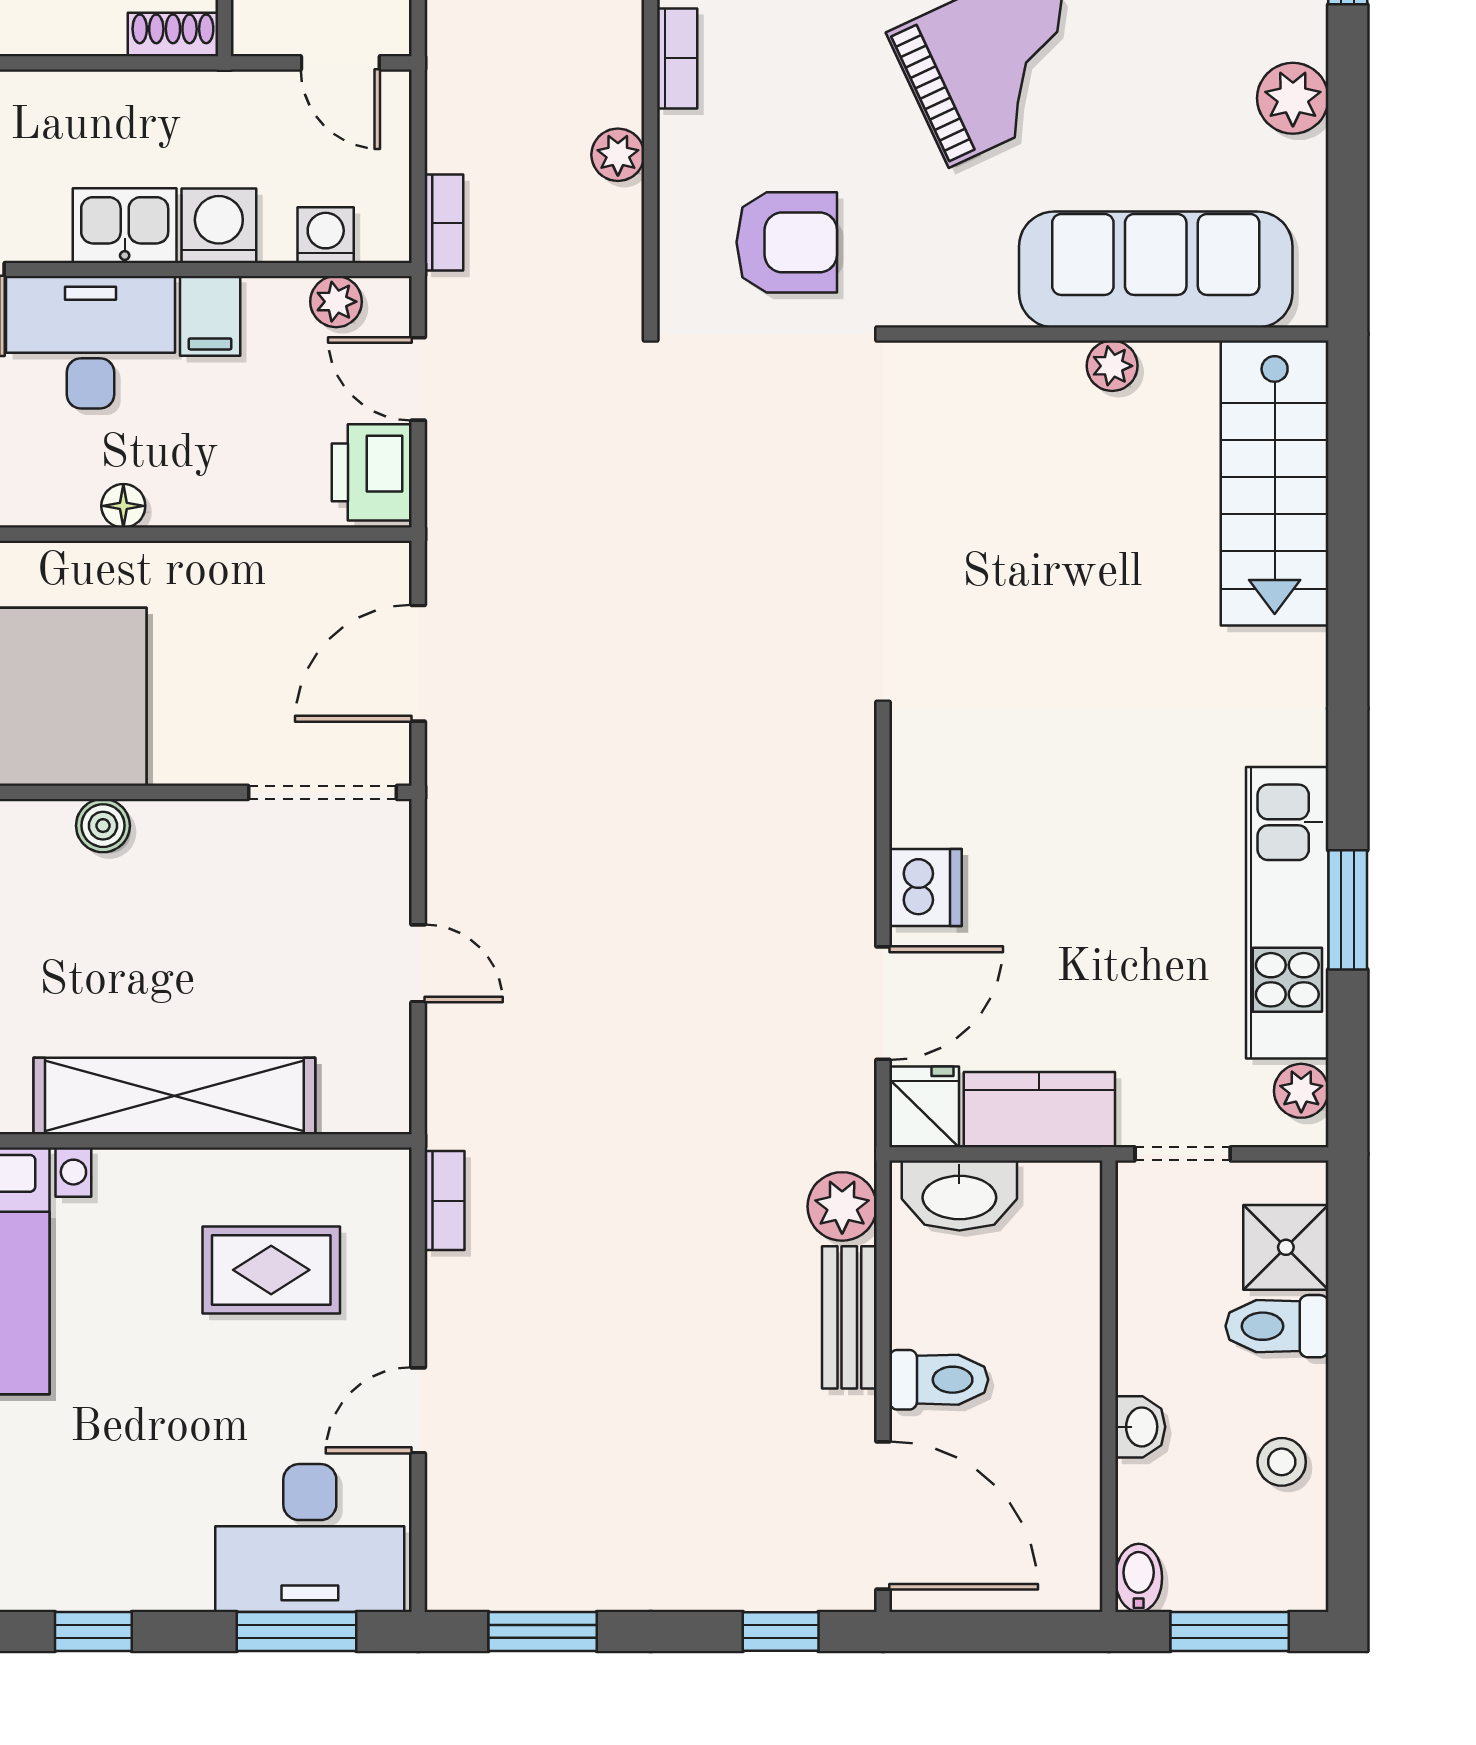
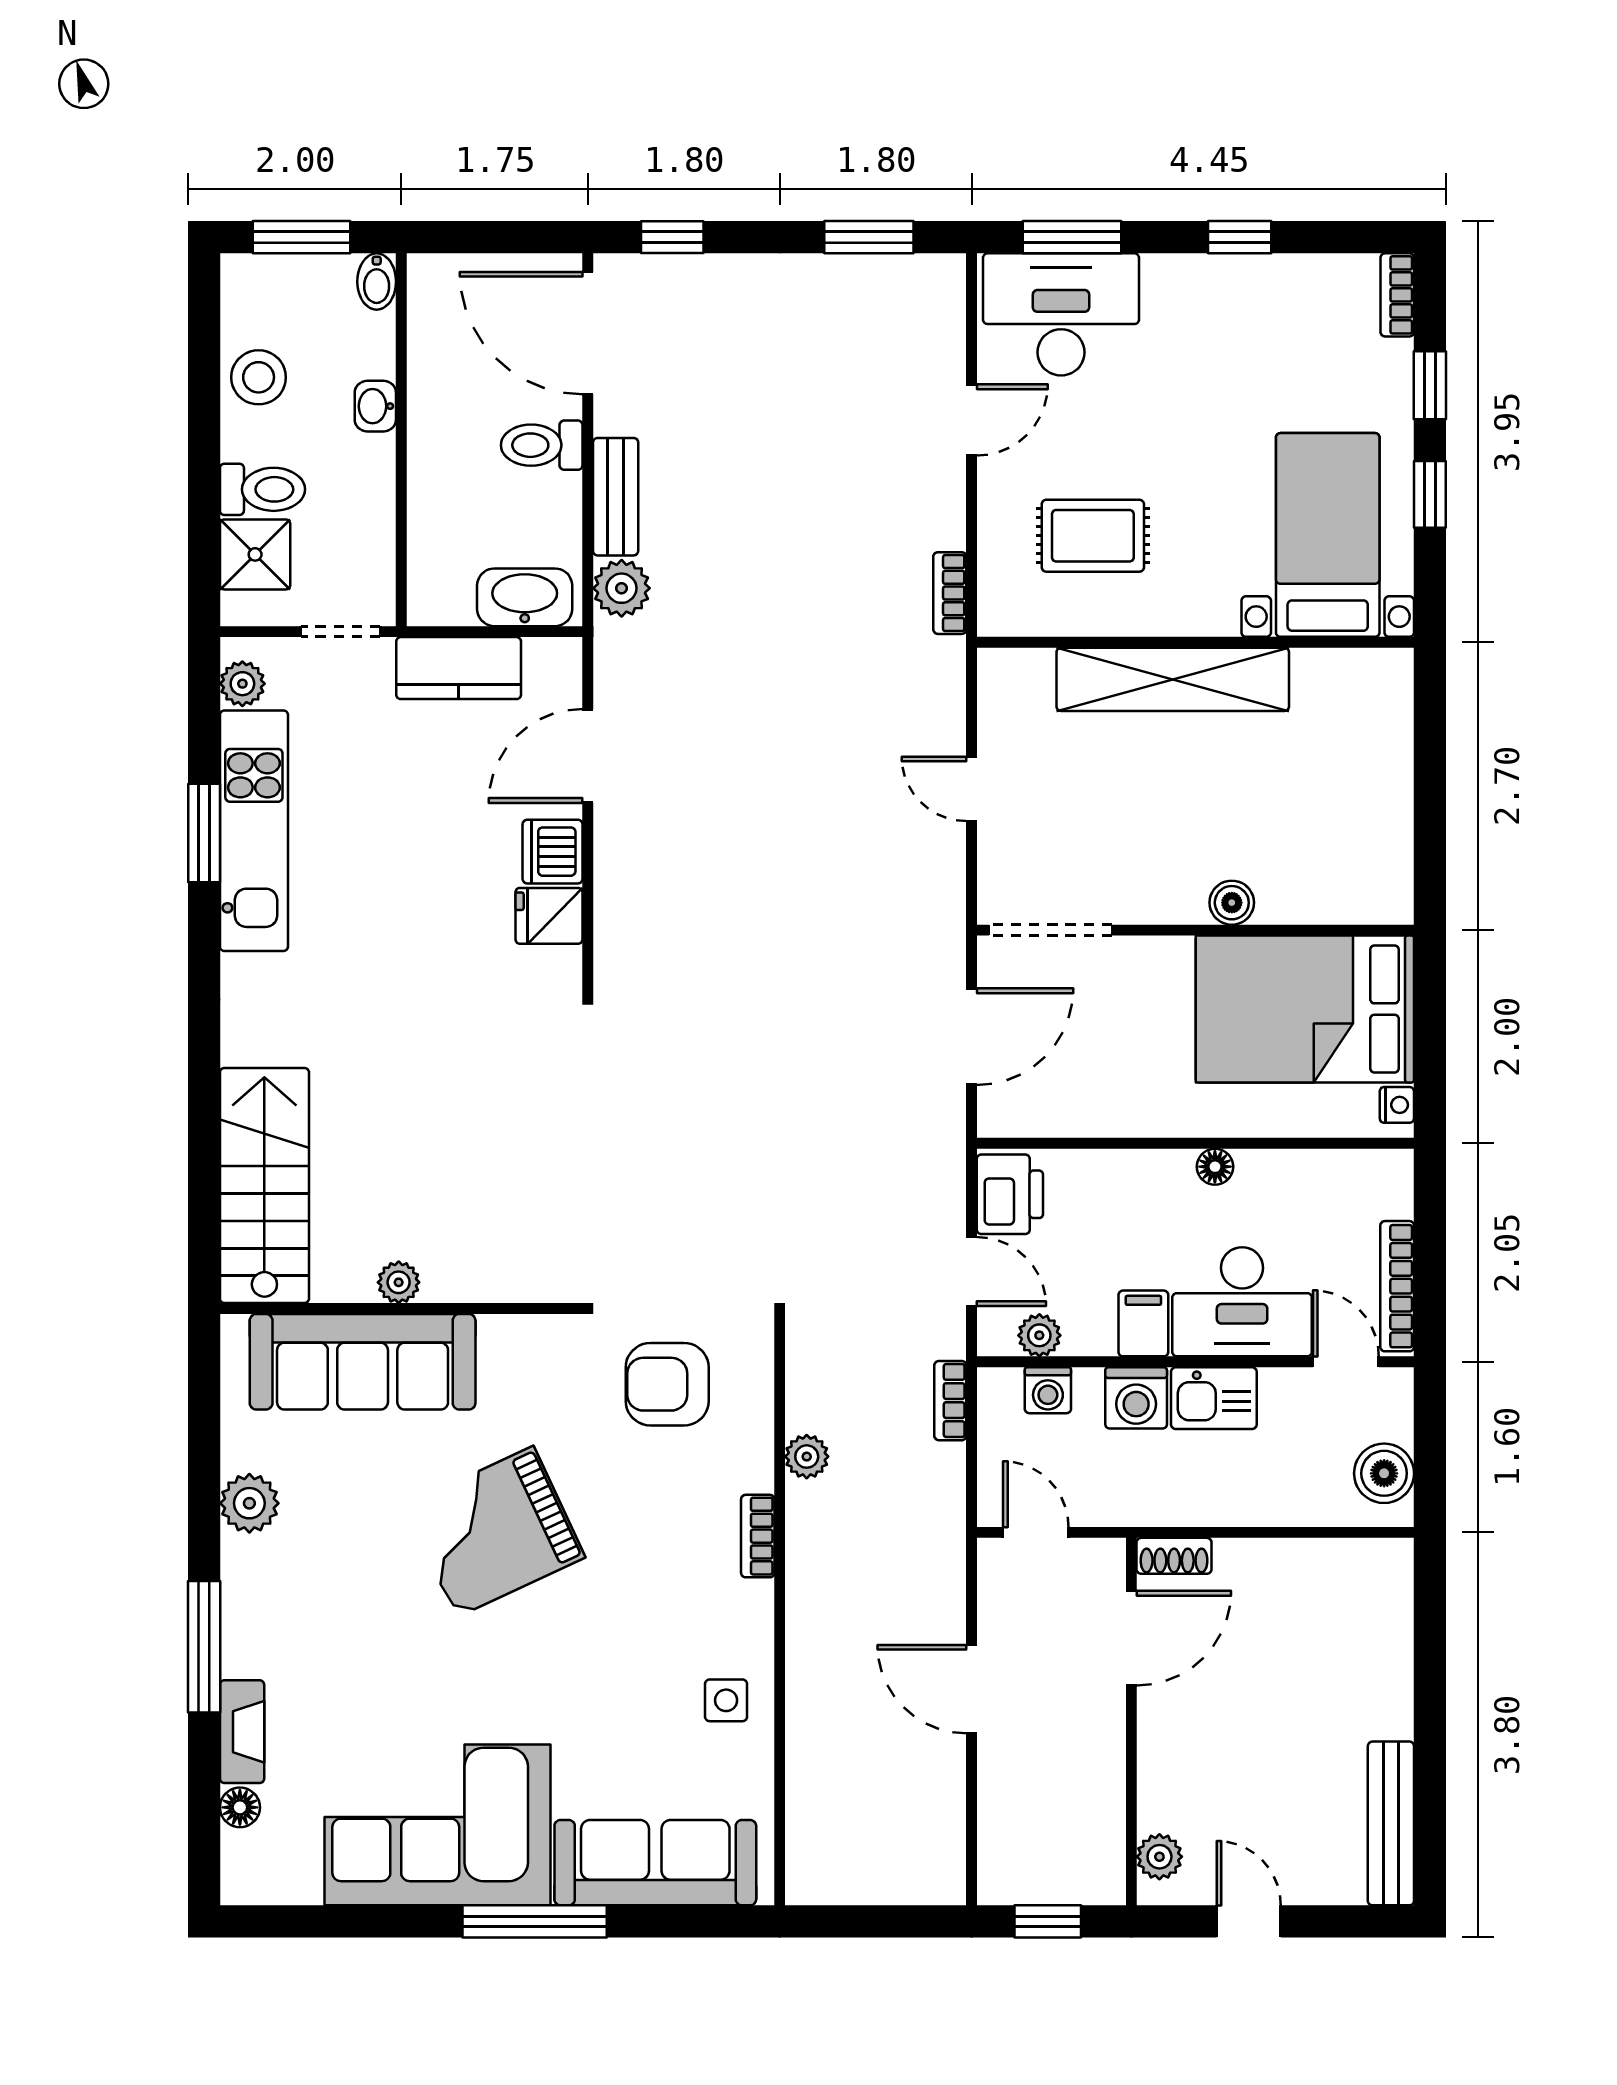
fridge: (925, 1107) -> (549, 916), moved, turned 90
stool: (1282, 1462) -> (259, 377), width x1.37, depth x1.37

